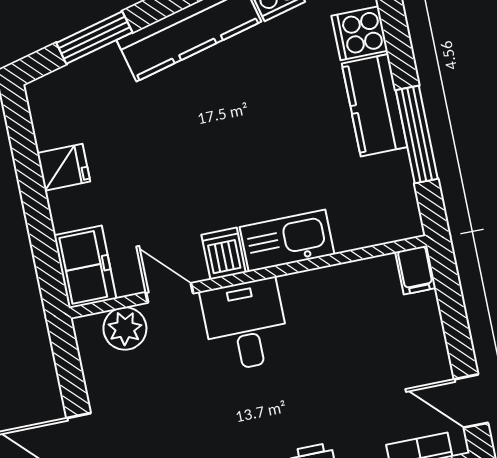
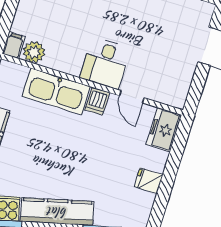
kitchen sink: (287, 241) -> (56, 91), width x1.36, depth x1.24
plant: (125, 328) -> (34, 52), moved

